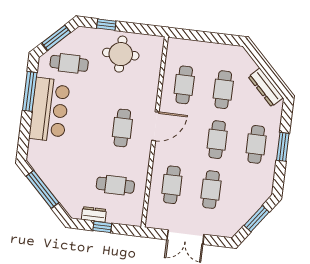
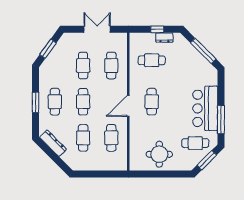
window: (106, 25) -> (172, 174), removed

